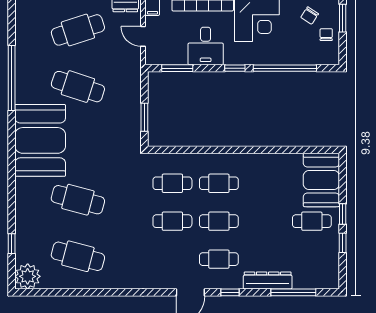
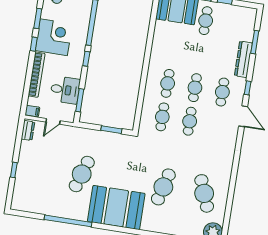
cafe table: (78, 30) -> (41, 168), removed
desk: (206, 46) -> (65, 90), moved
cafe table: (78, 256) -> (204, 193), turned -36
window: (293, 292) -> (255, 42), width x0.69

